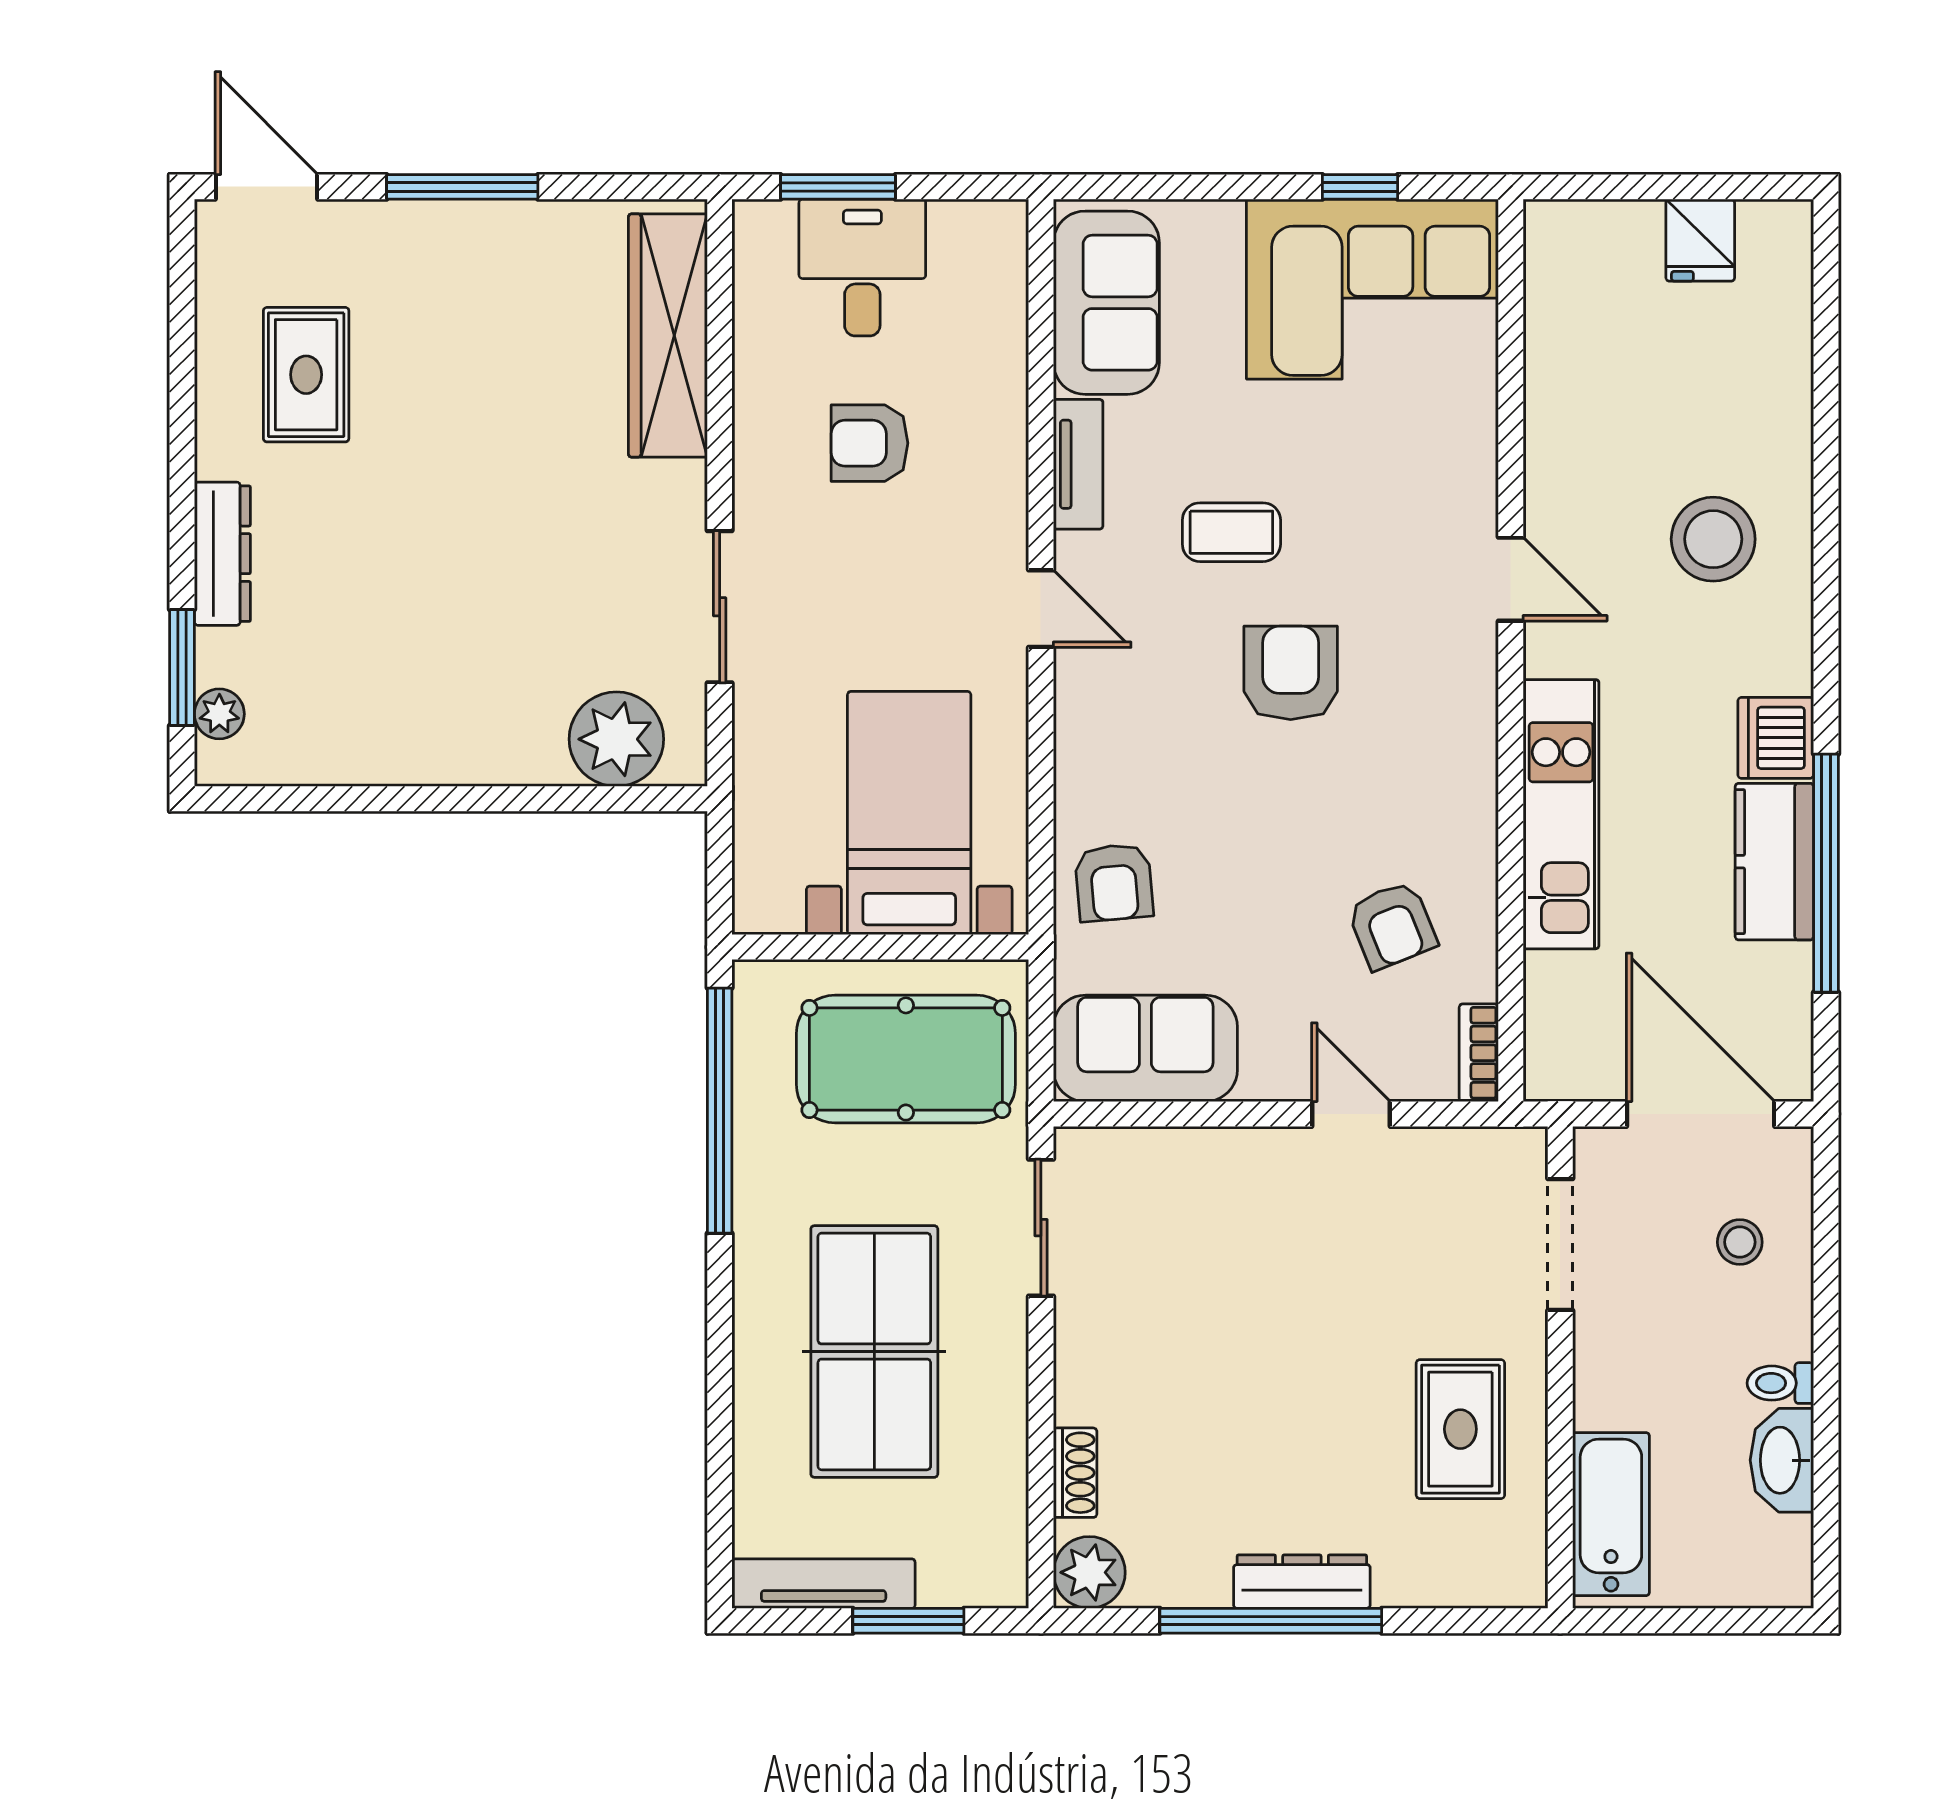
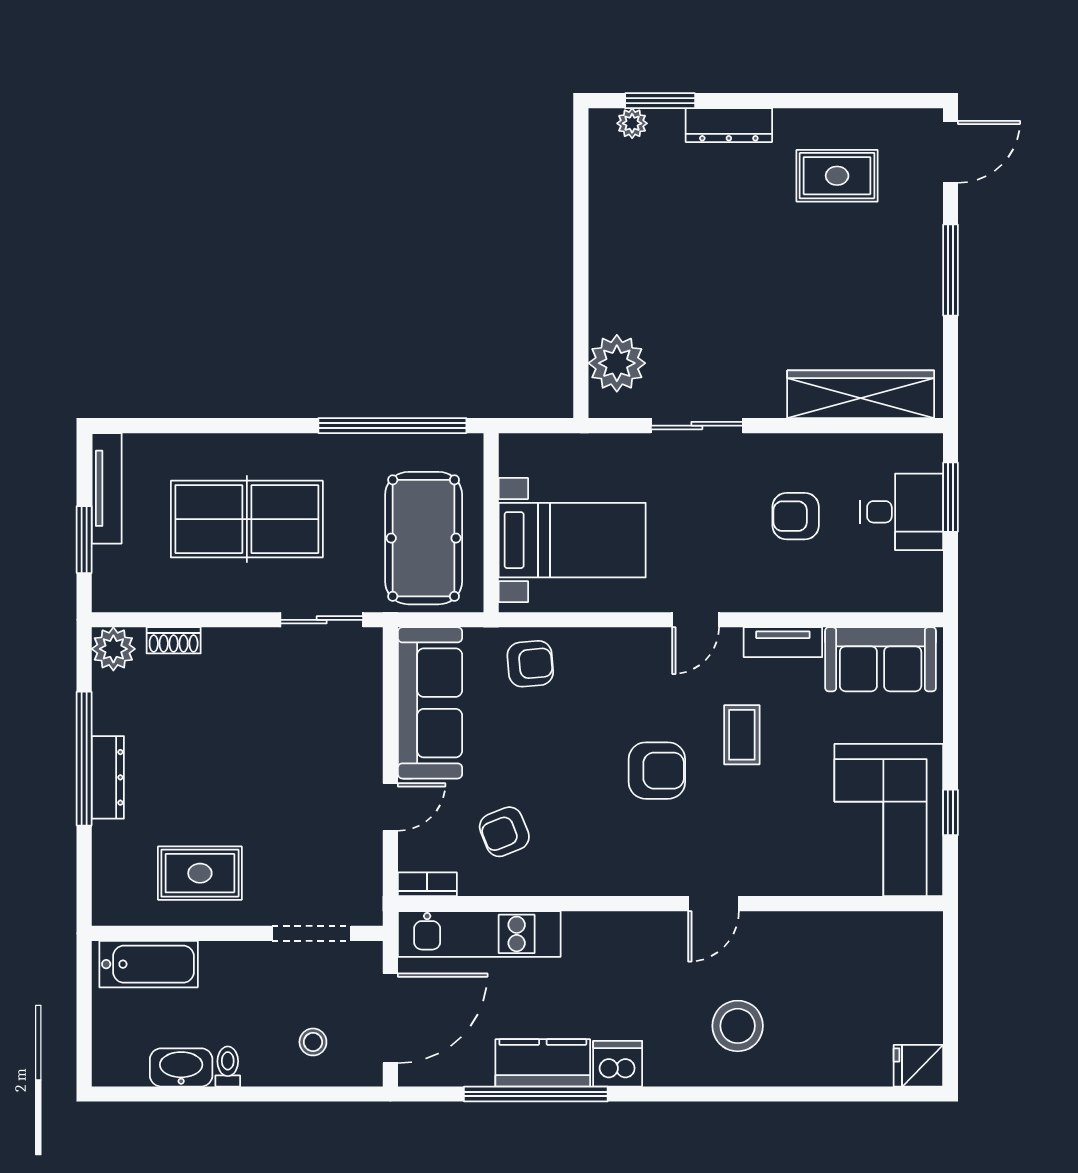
fridge: (1700, 240) -> (918, 1066), moved
armchair: (870, 443) -> (796, 516), turned -90
kitchen unit: (1561, 814) -> (479, 934), moved
armchair: (1114, 882) -> (530, 664), turned 180
sofa: (1145, 1048) -> (430, 703), width x1.36

